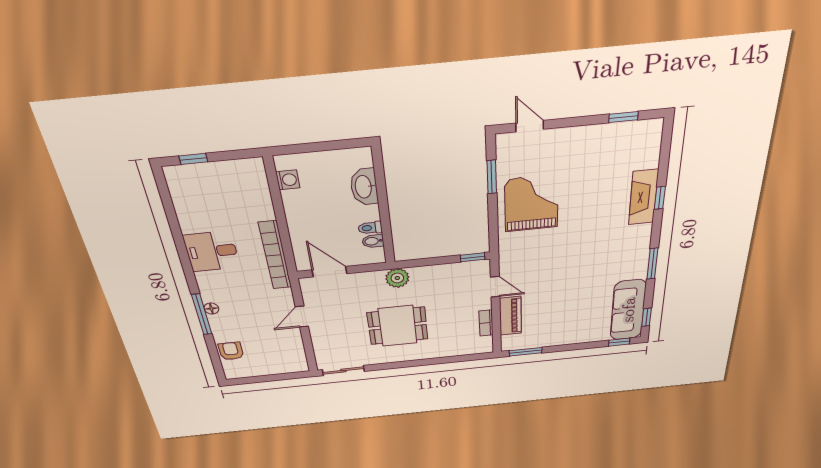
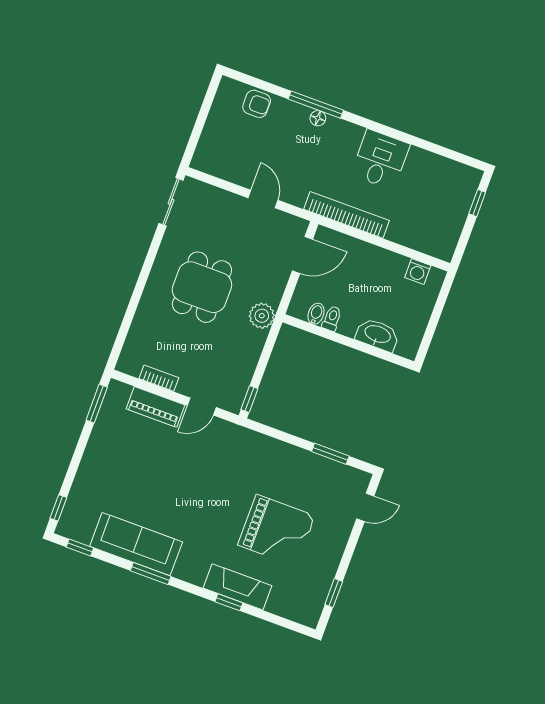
grand piano: (531, 203) -> (276, 530), moved
sofa: (628, 310) -> (136, 544), moved

